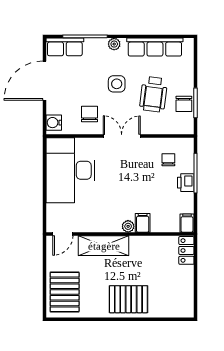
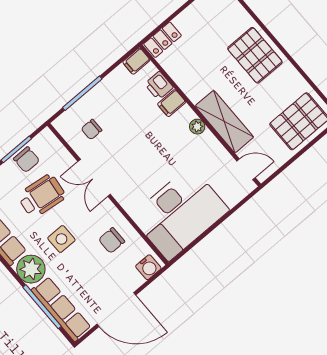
plant: (114, 44) -> (31, 269), width x1.87, depth x1.87
row of seats: (65, 47) -> (61, 309), width x1.48
chair: (184, 104) -> (27, 160), turned 90
double door: (122, 136) -> (94, 178), moved
printer: (186, 183) -> (159, 86), moved, turned 90
plant: (128, 226) -> (197, 127), moved

